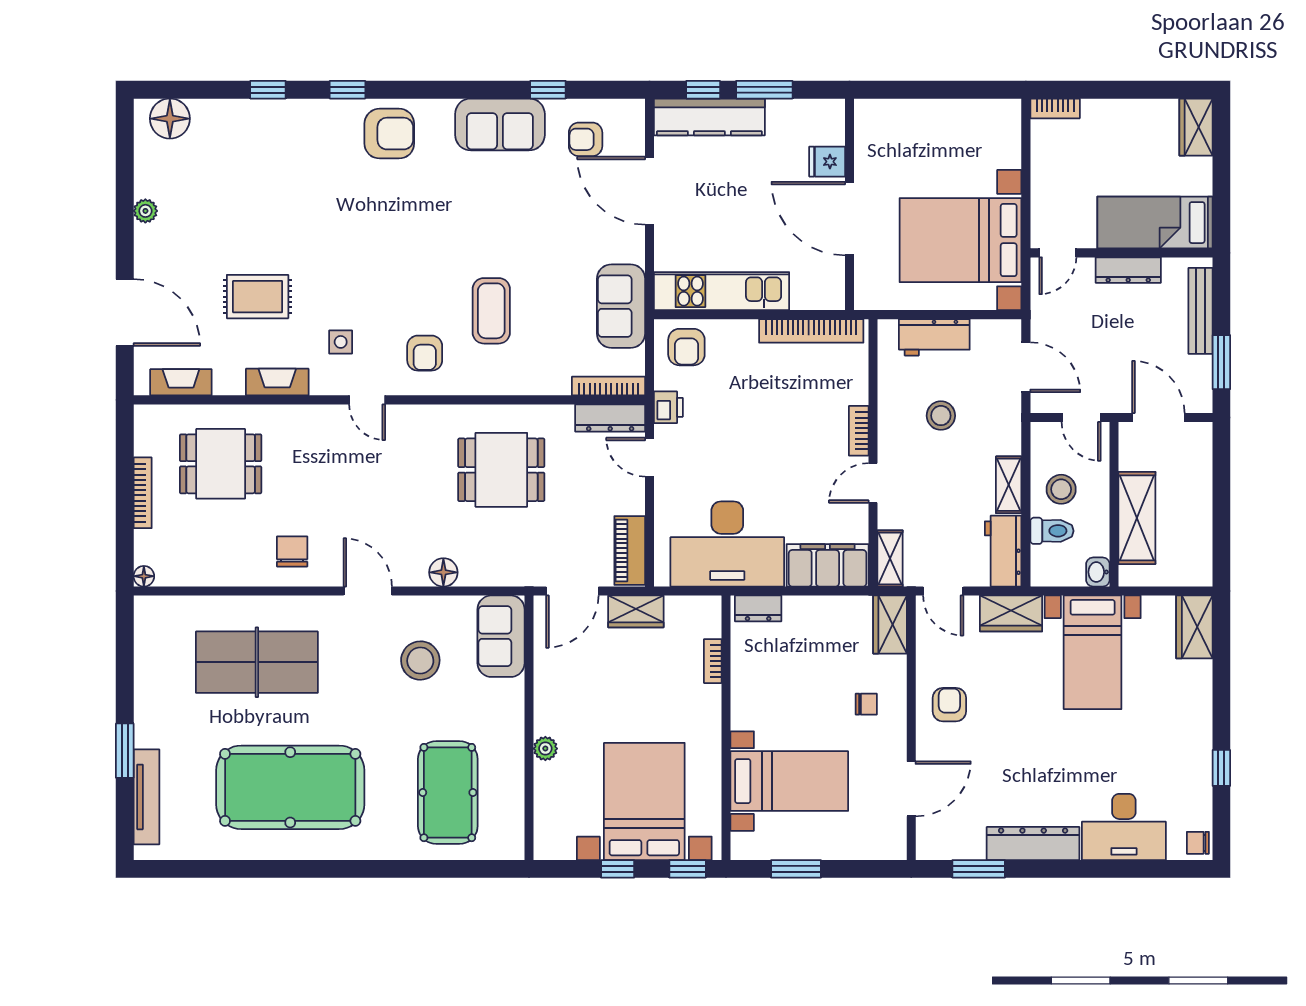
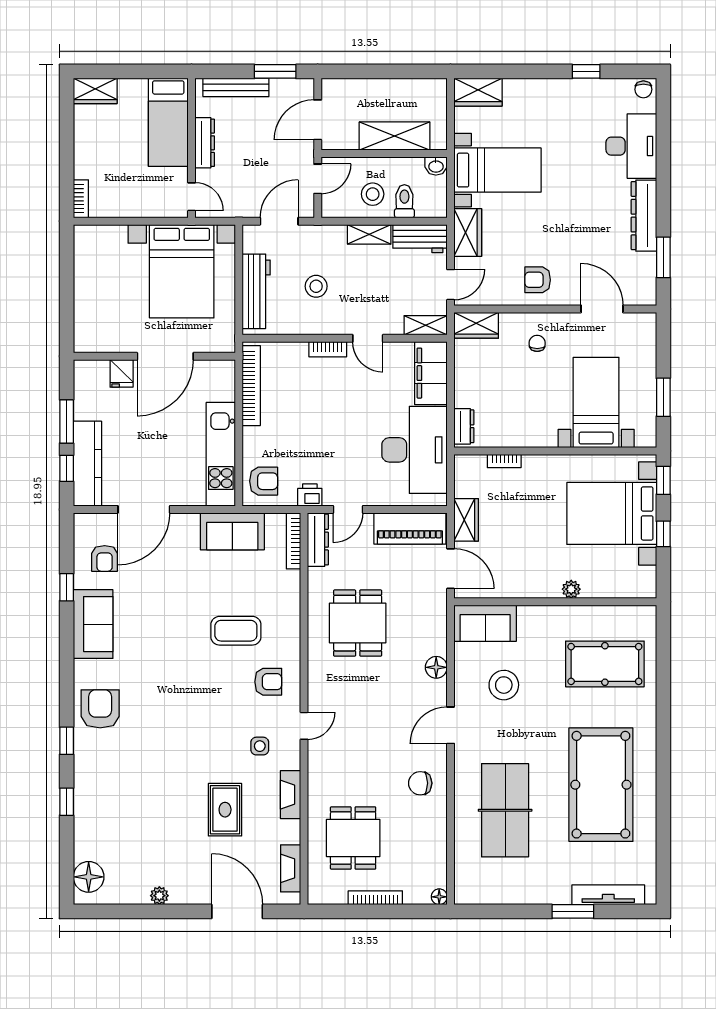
door: (125, 312) -> (237, 911), hinge flipped
workbench: (934, 337) -> (256, 291), width x1.38
piano: (630, 551) -> (410, 528), width x1.37, depth x1.33

